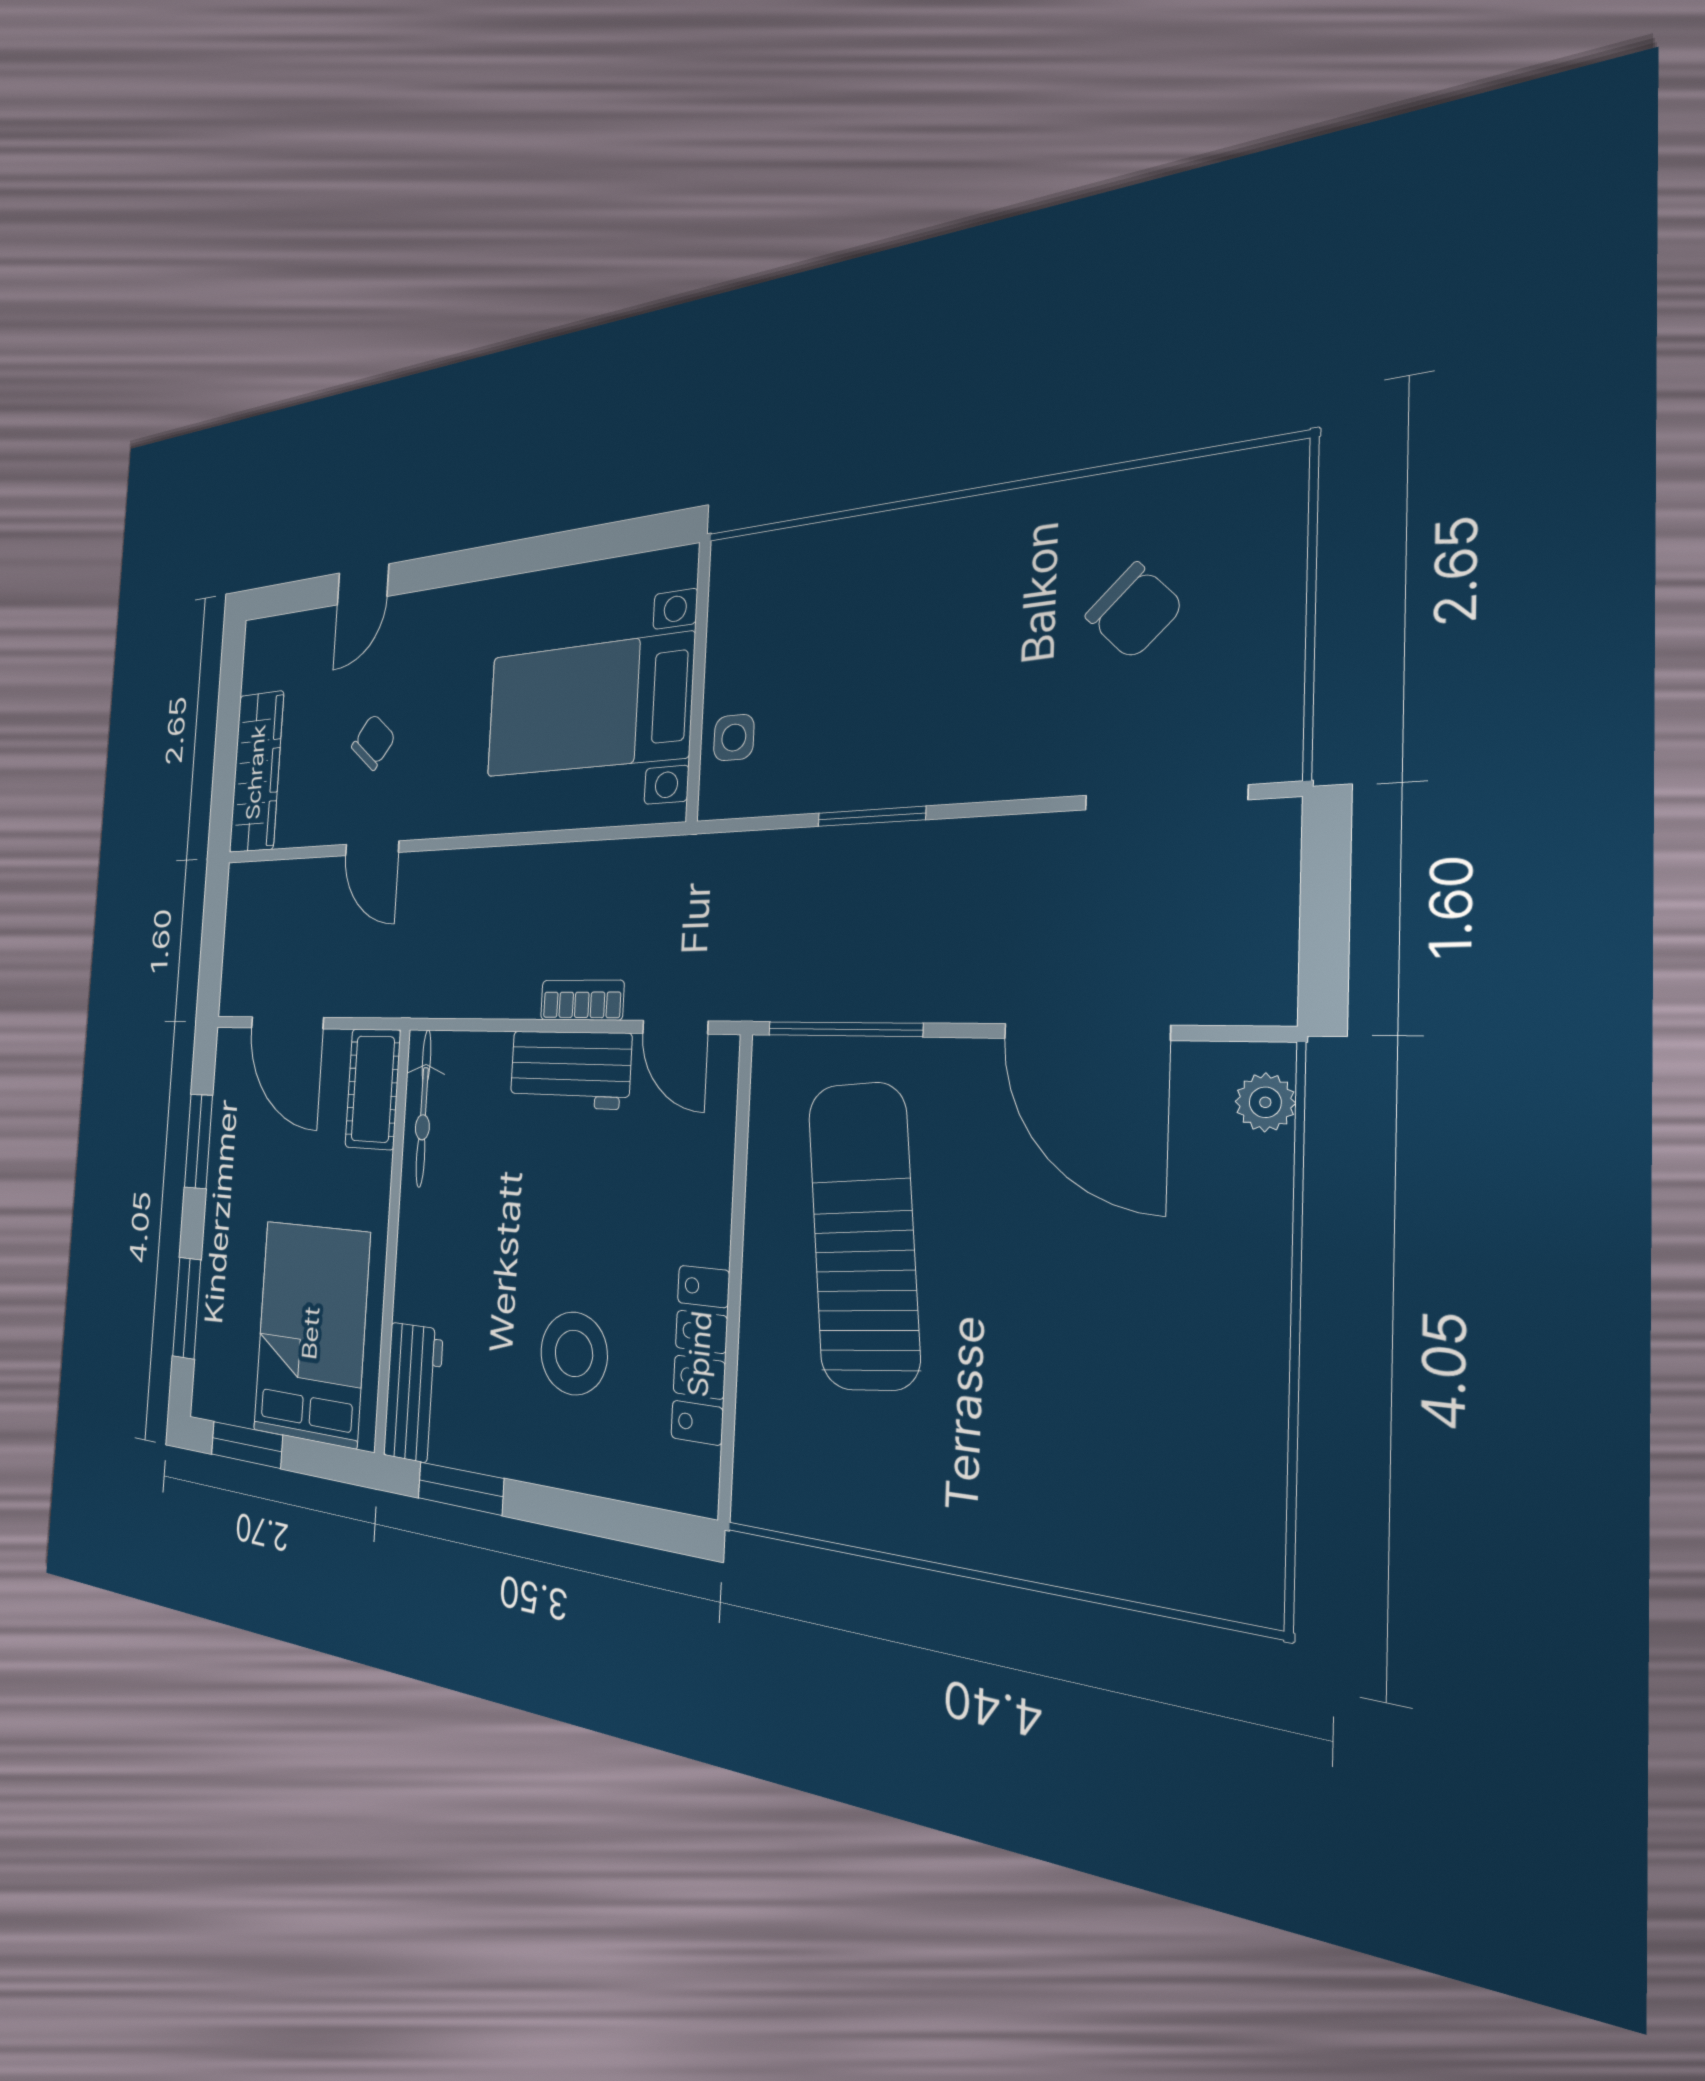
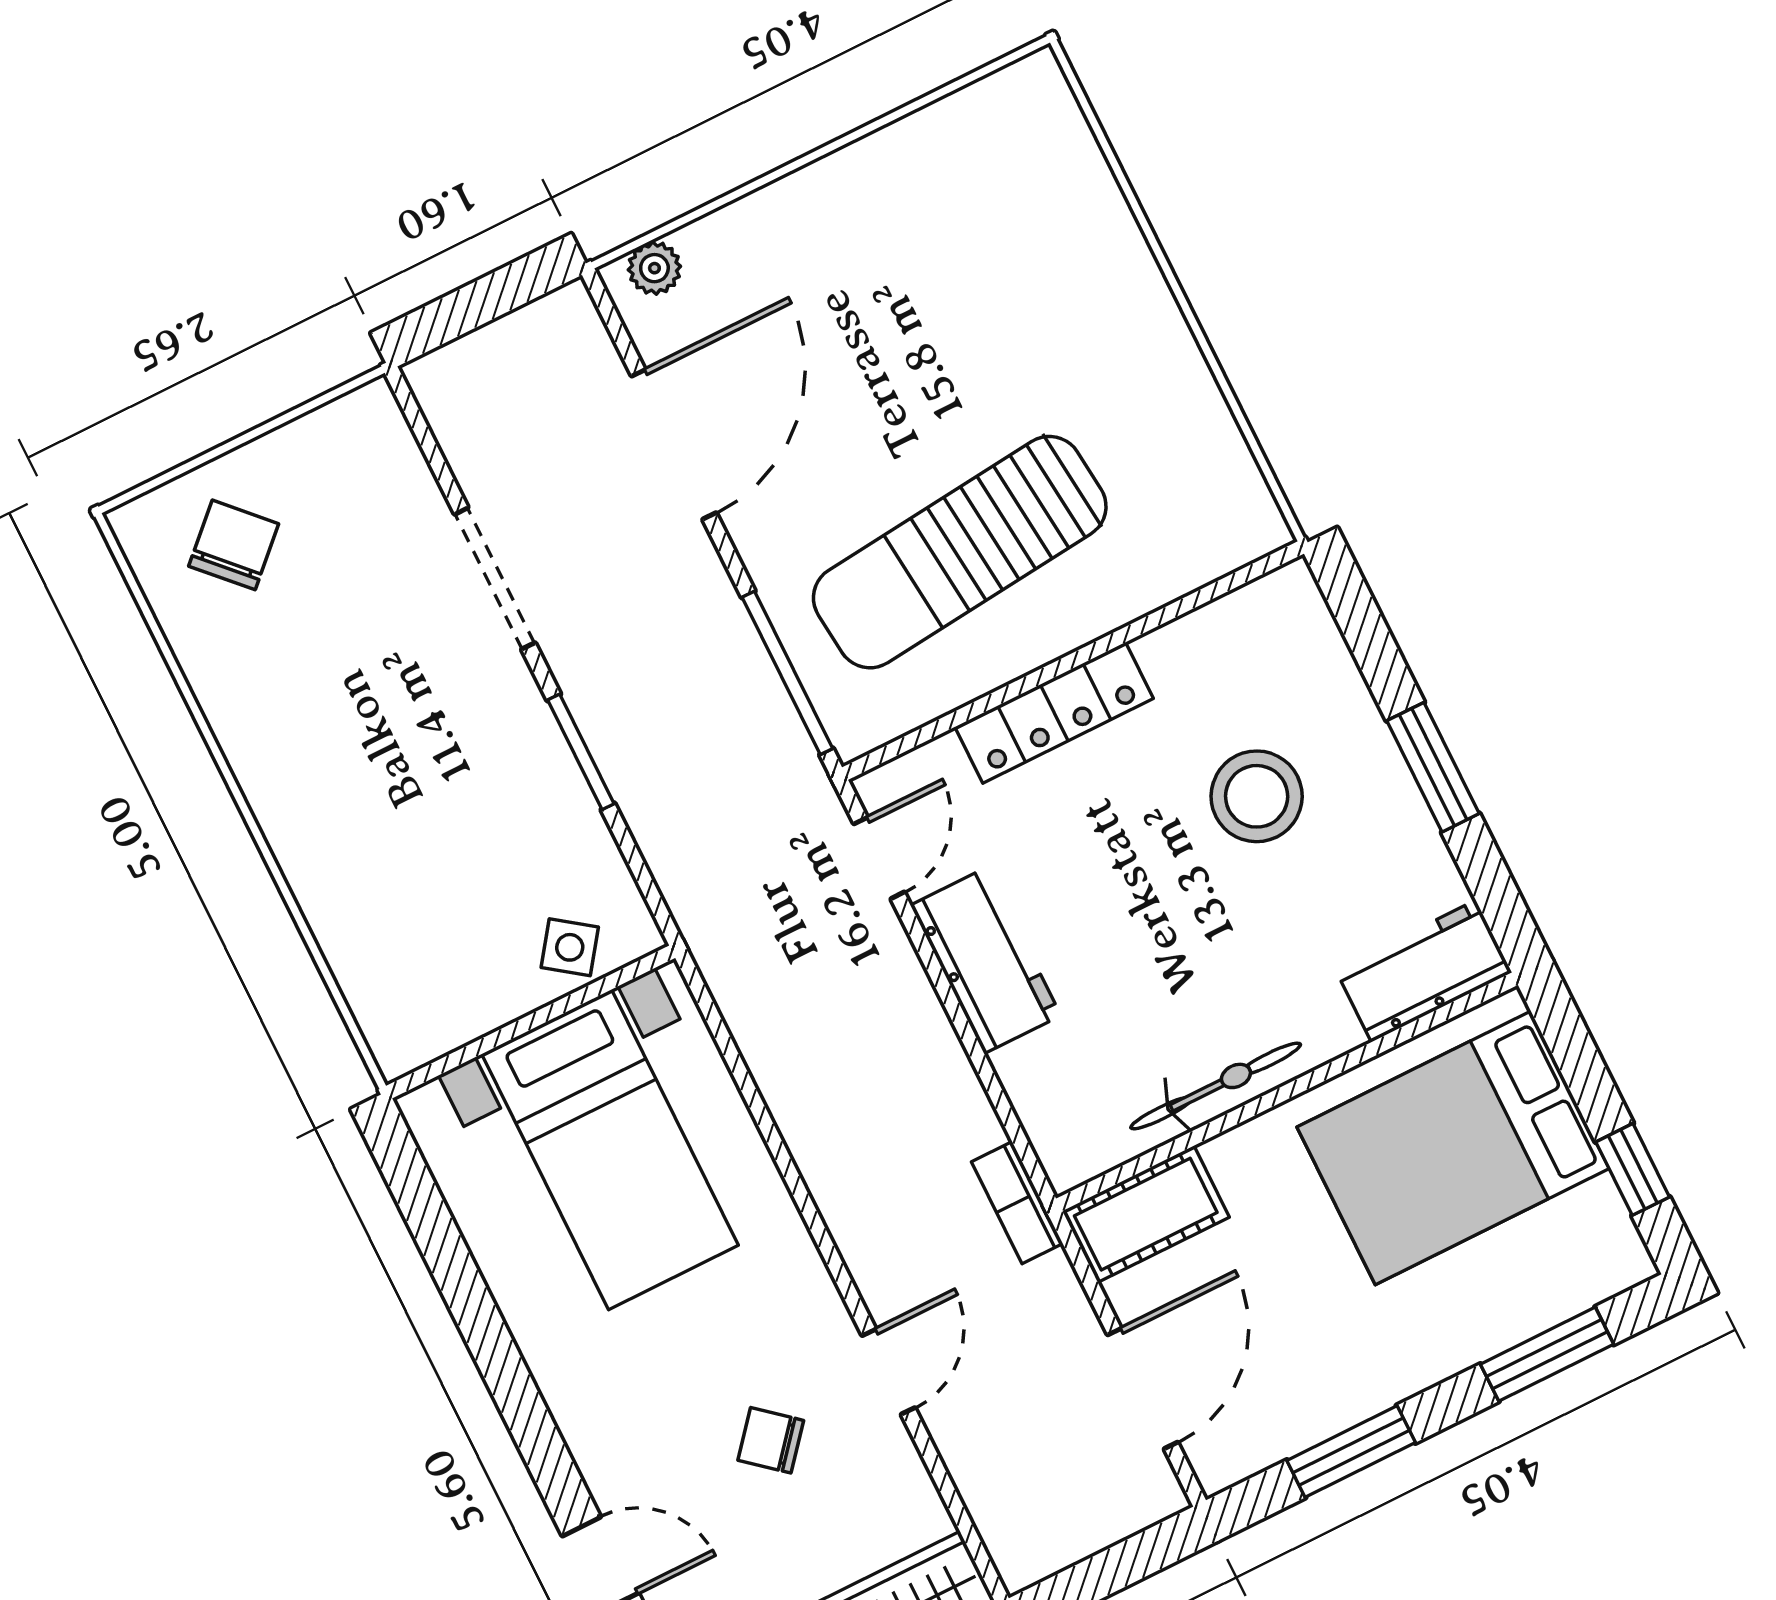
chair: (1134, 611) -> (234, 545), moved
side table: (734, 738) -> (570, 947), turned 36
doorway: (1165, 798) -> (495, 578), moved
bookcase: (582, 1000) -> (1017, 1203), moved
bicycle: (424, 1108) -> (1216, 1086), moved
locker: (700, 1354) -> (1054, 713), moved
window: (247, 1445) -> (1633, 1169), width x0.67
window: (461, 1488) -> (1433, 767), moved

